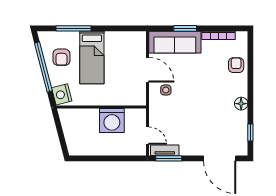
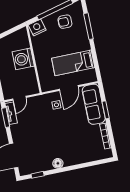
bed: (92, 58) -> (73, 63), moved
armchair: (236, 65) -> (86, 154), removed
washing machine: (112, 120) -> (23, 59), moved

